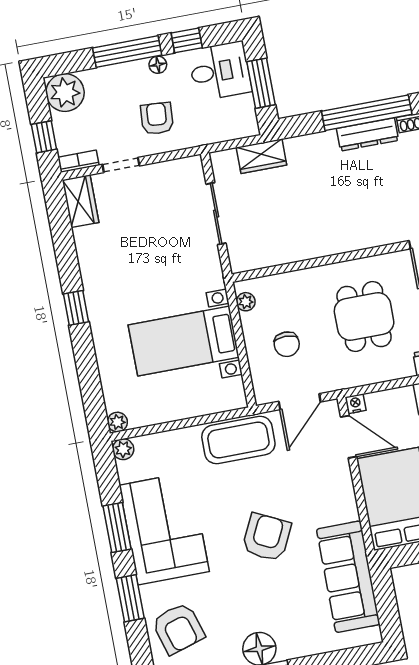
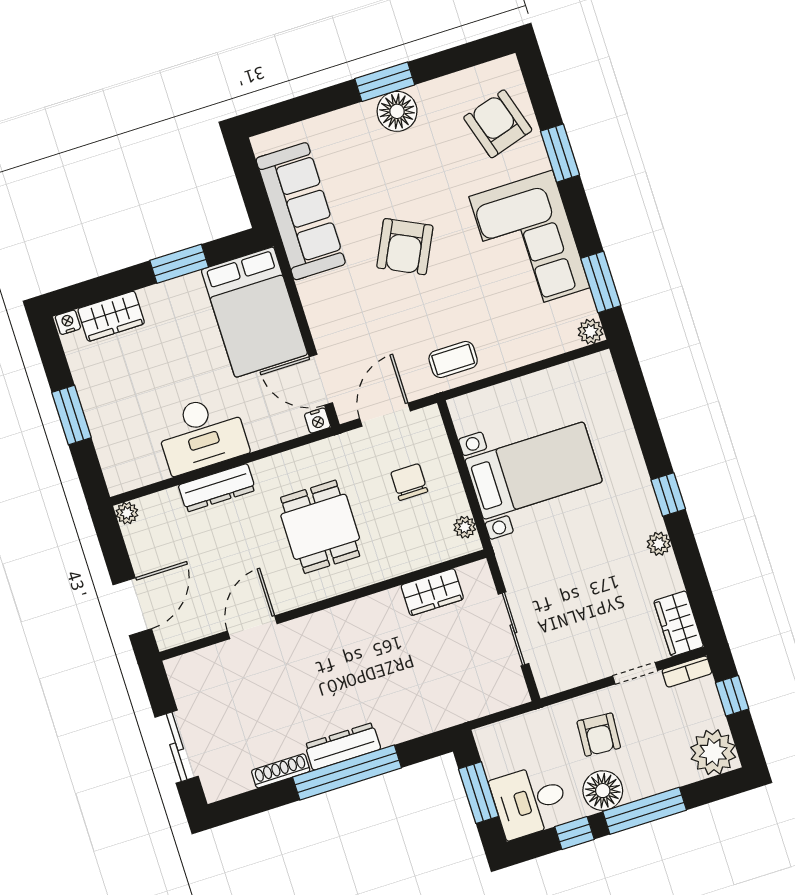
floor lamp: (158, 65) -> (603, 791), width x1.89, depth x1.89
wardrobe: (261, 156) -> (432, 592), moved, turned 180
plant: (117, 422) -> (659, 544), moved
coffee table: (238, 440) -> (453, 360), width x0.54, depth x0.58
window: (117, 527) -> (601, 282), moved

